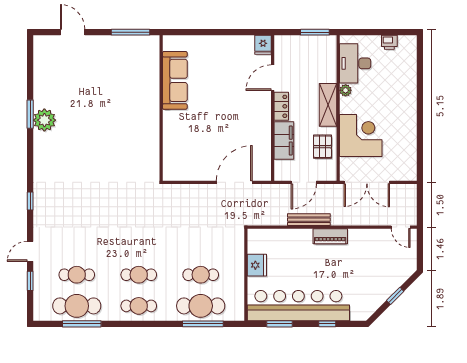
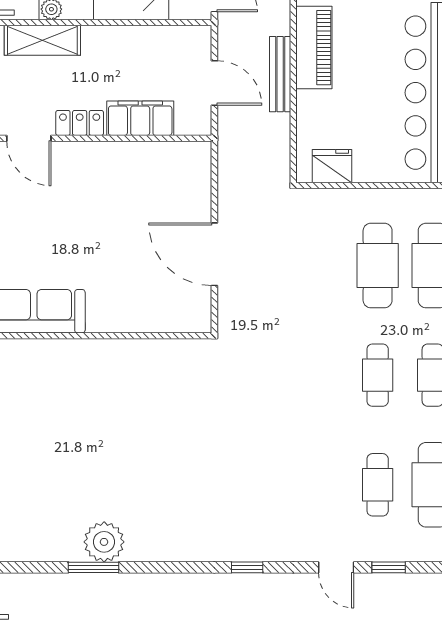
shelving: (328, 105) -> (42, 40), moved
pallet: (322, 147) -> (151, 50), removed
door: (234, 182) -> (214, 254), moved
piano: (330, 236) -> (314, 48), width x1.37, depth x1.33
fridge: (257, 265) -> (332, 166), moved
cafe table: (201, 275) -> (378, 266), width x1.37, depth x1.35

